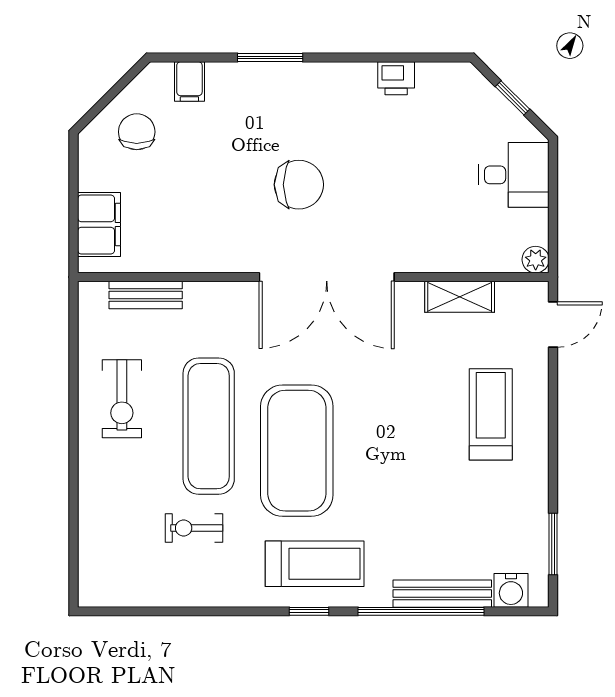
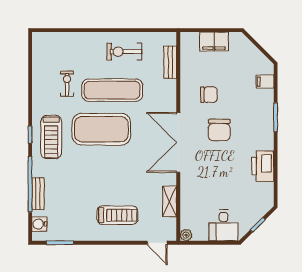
printer: (396, 78) -> (263, 166), width x1.87, depth x1.48
chair: (137, 132) -> (209, 95), moved
filing cabinet: (99, 224) -> (214, 41), moved
bench: (442, 594) -> (38, 194), width x0.73

